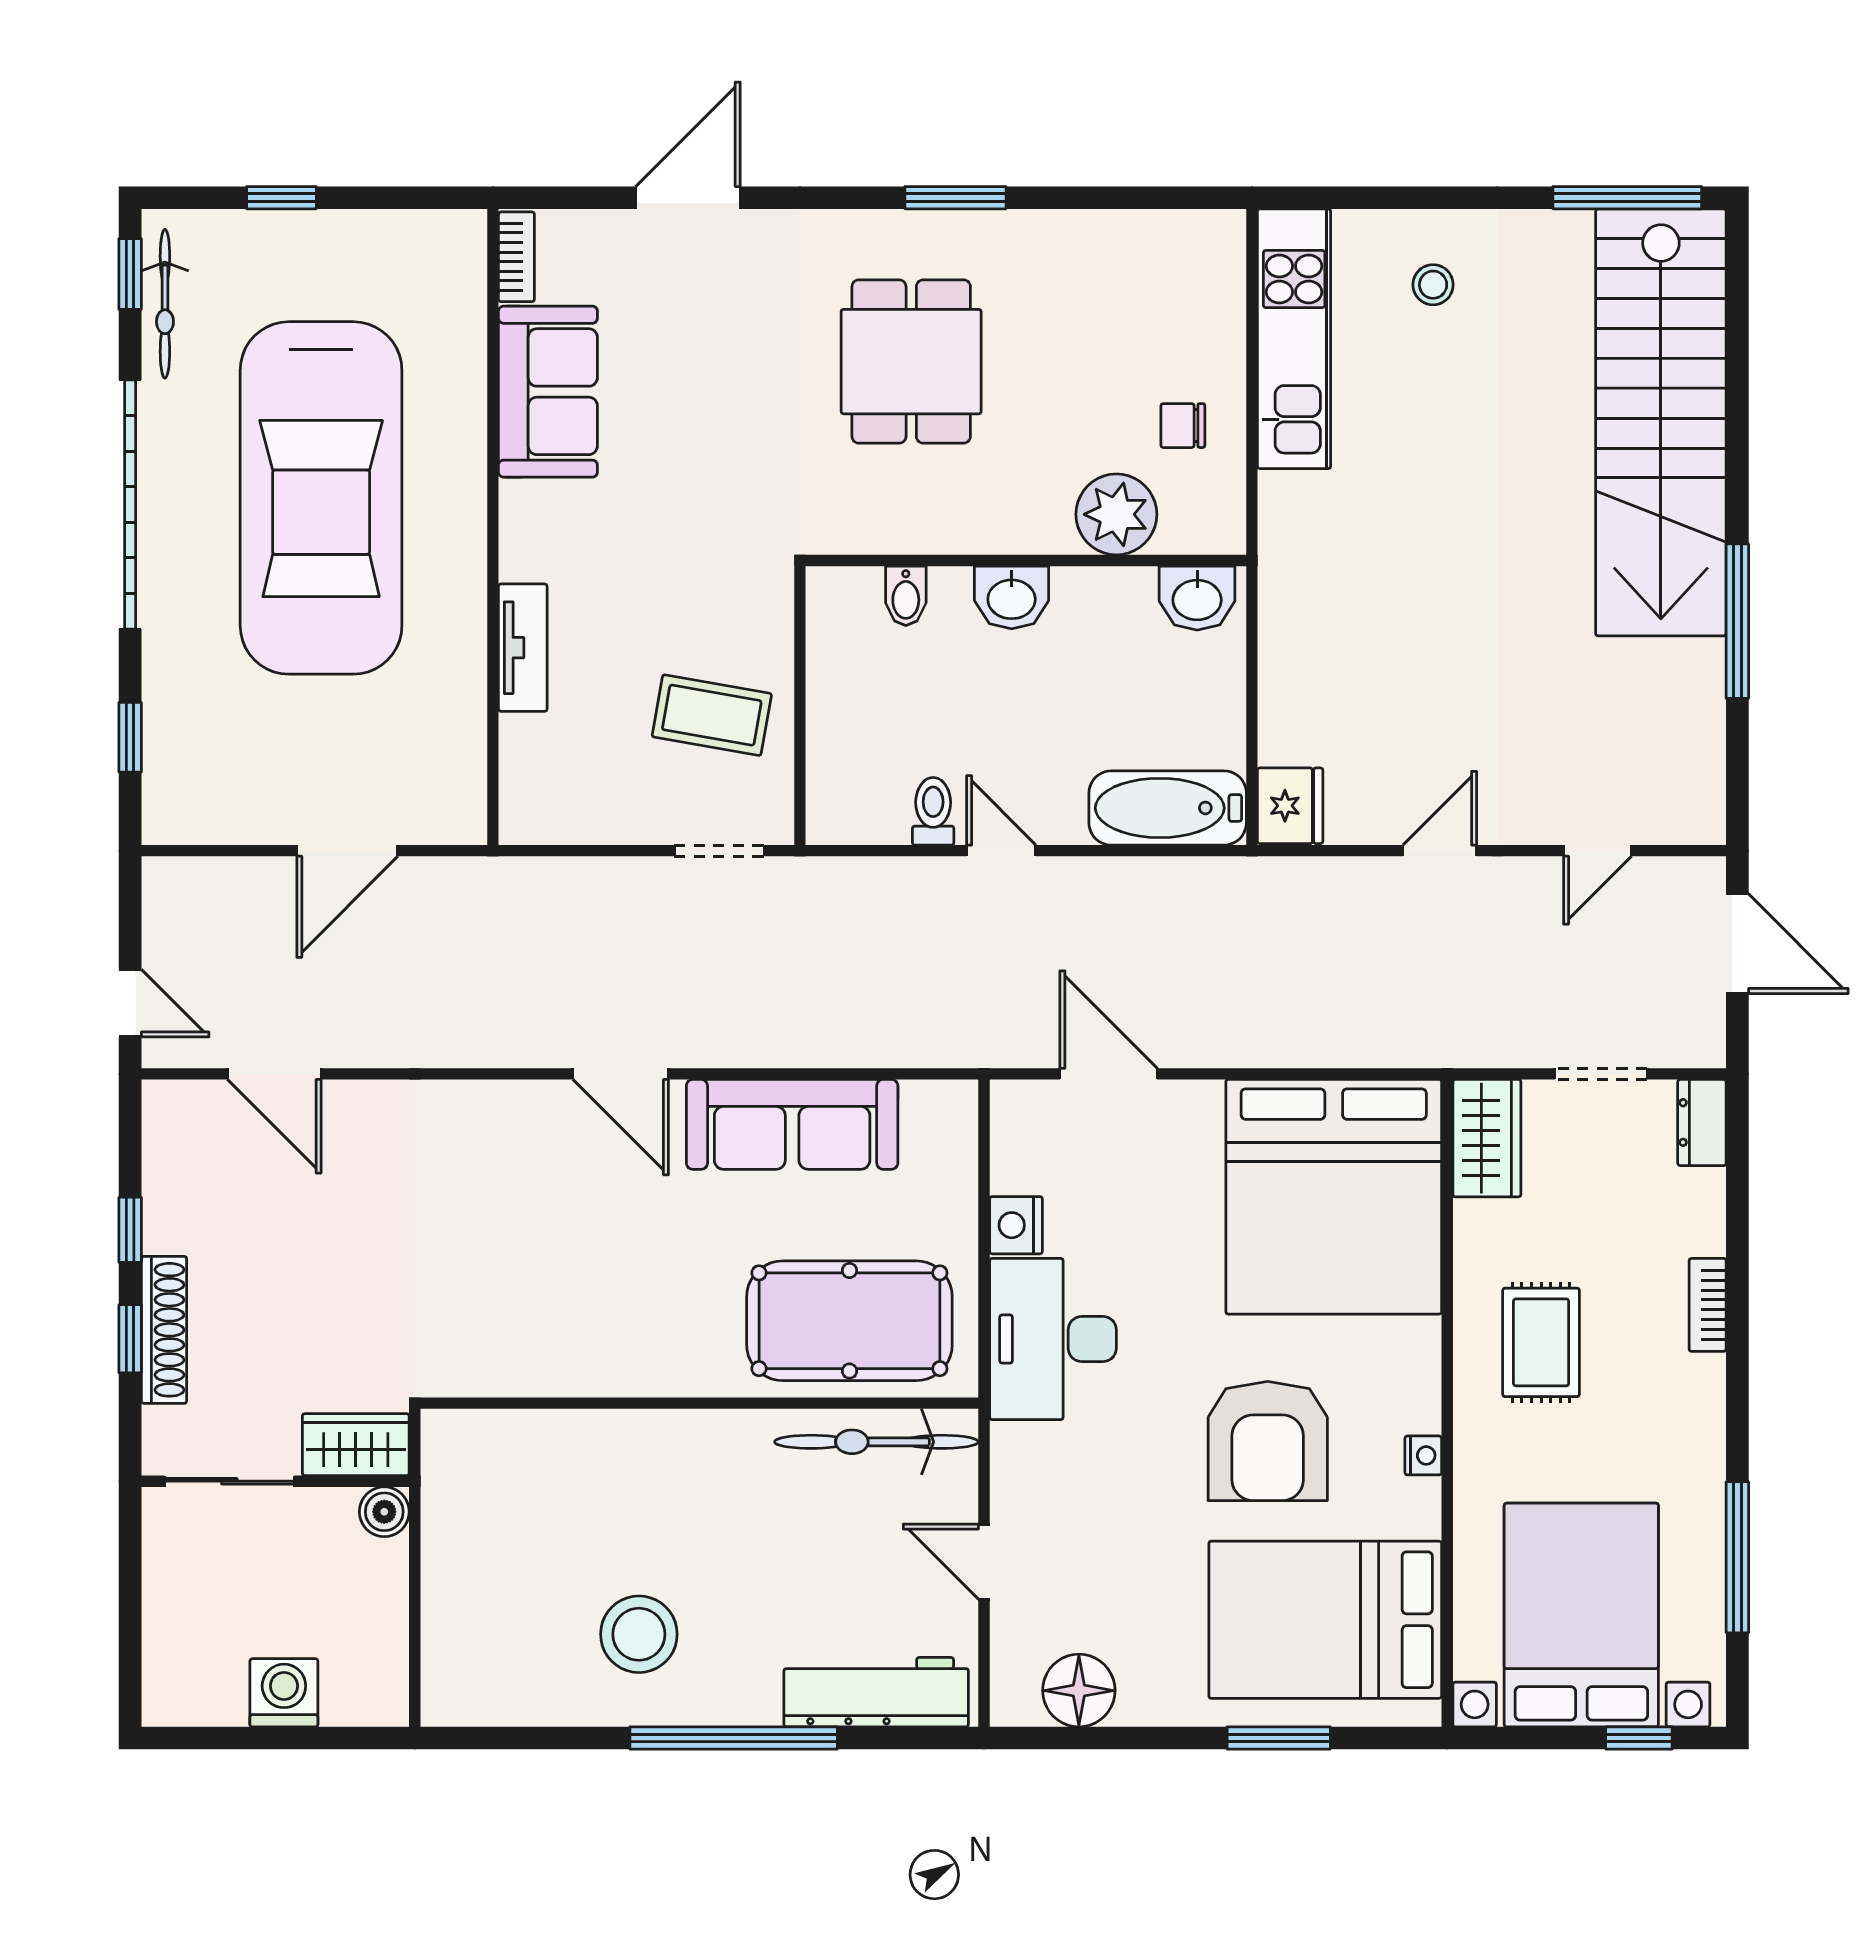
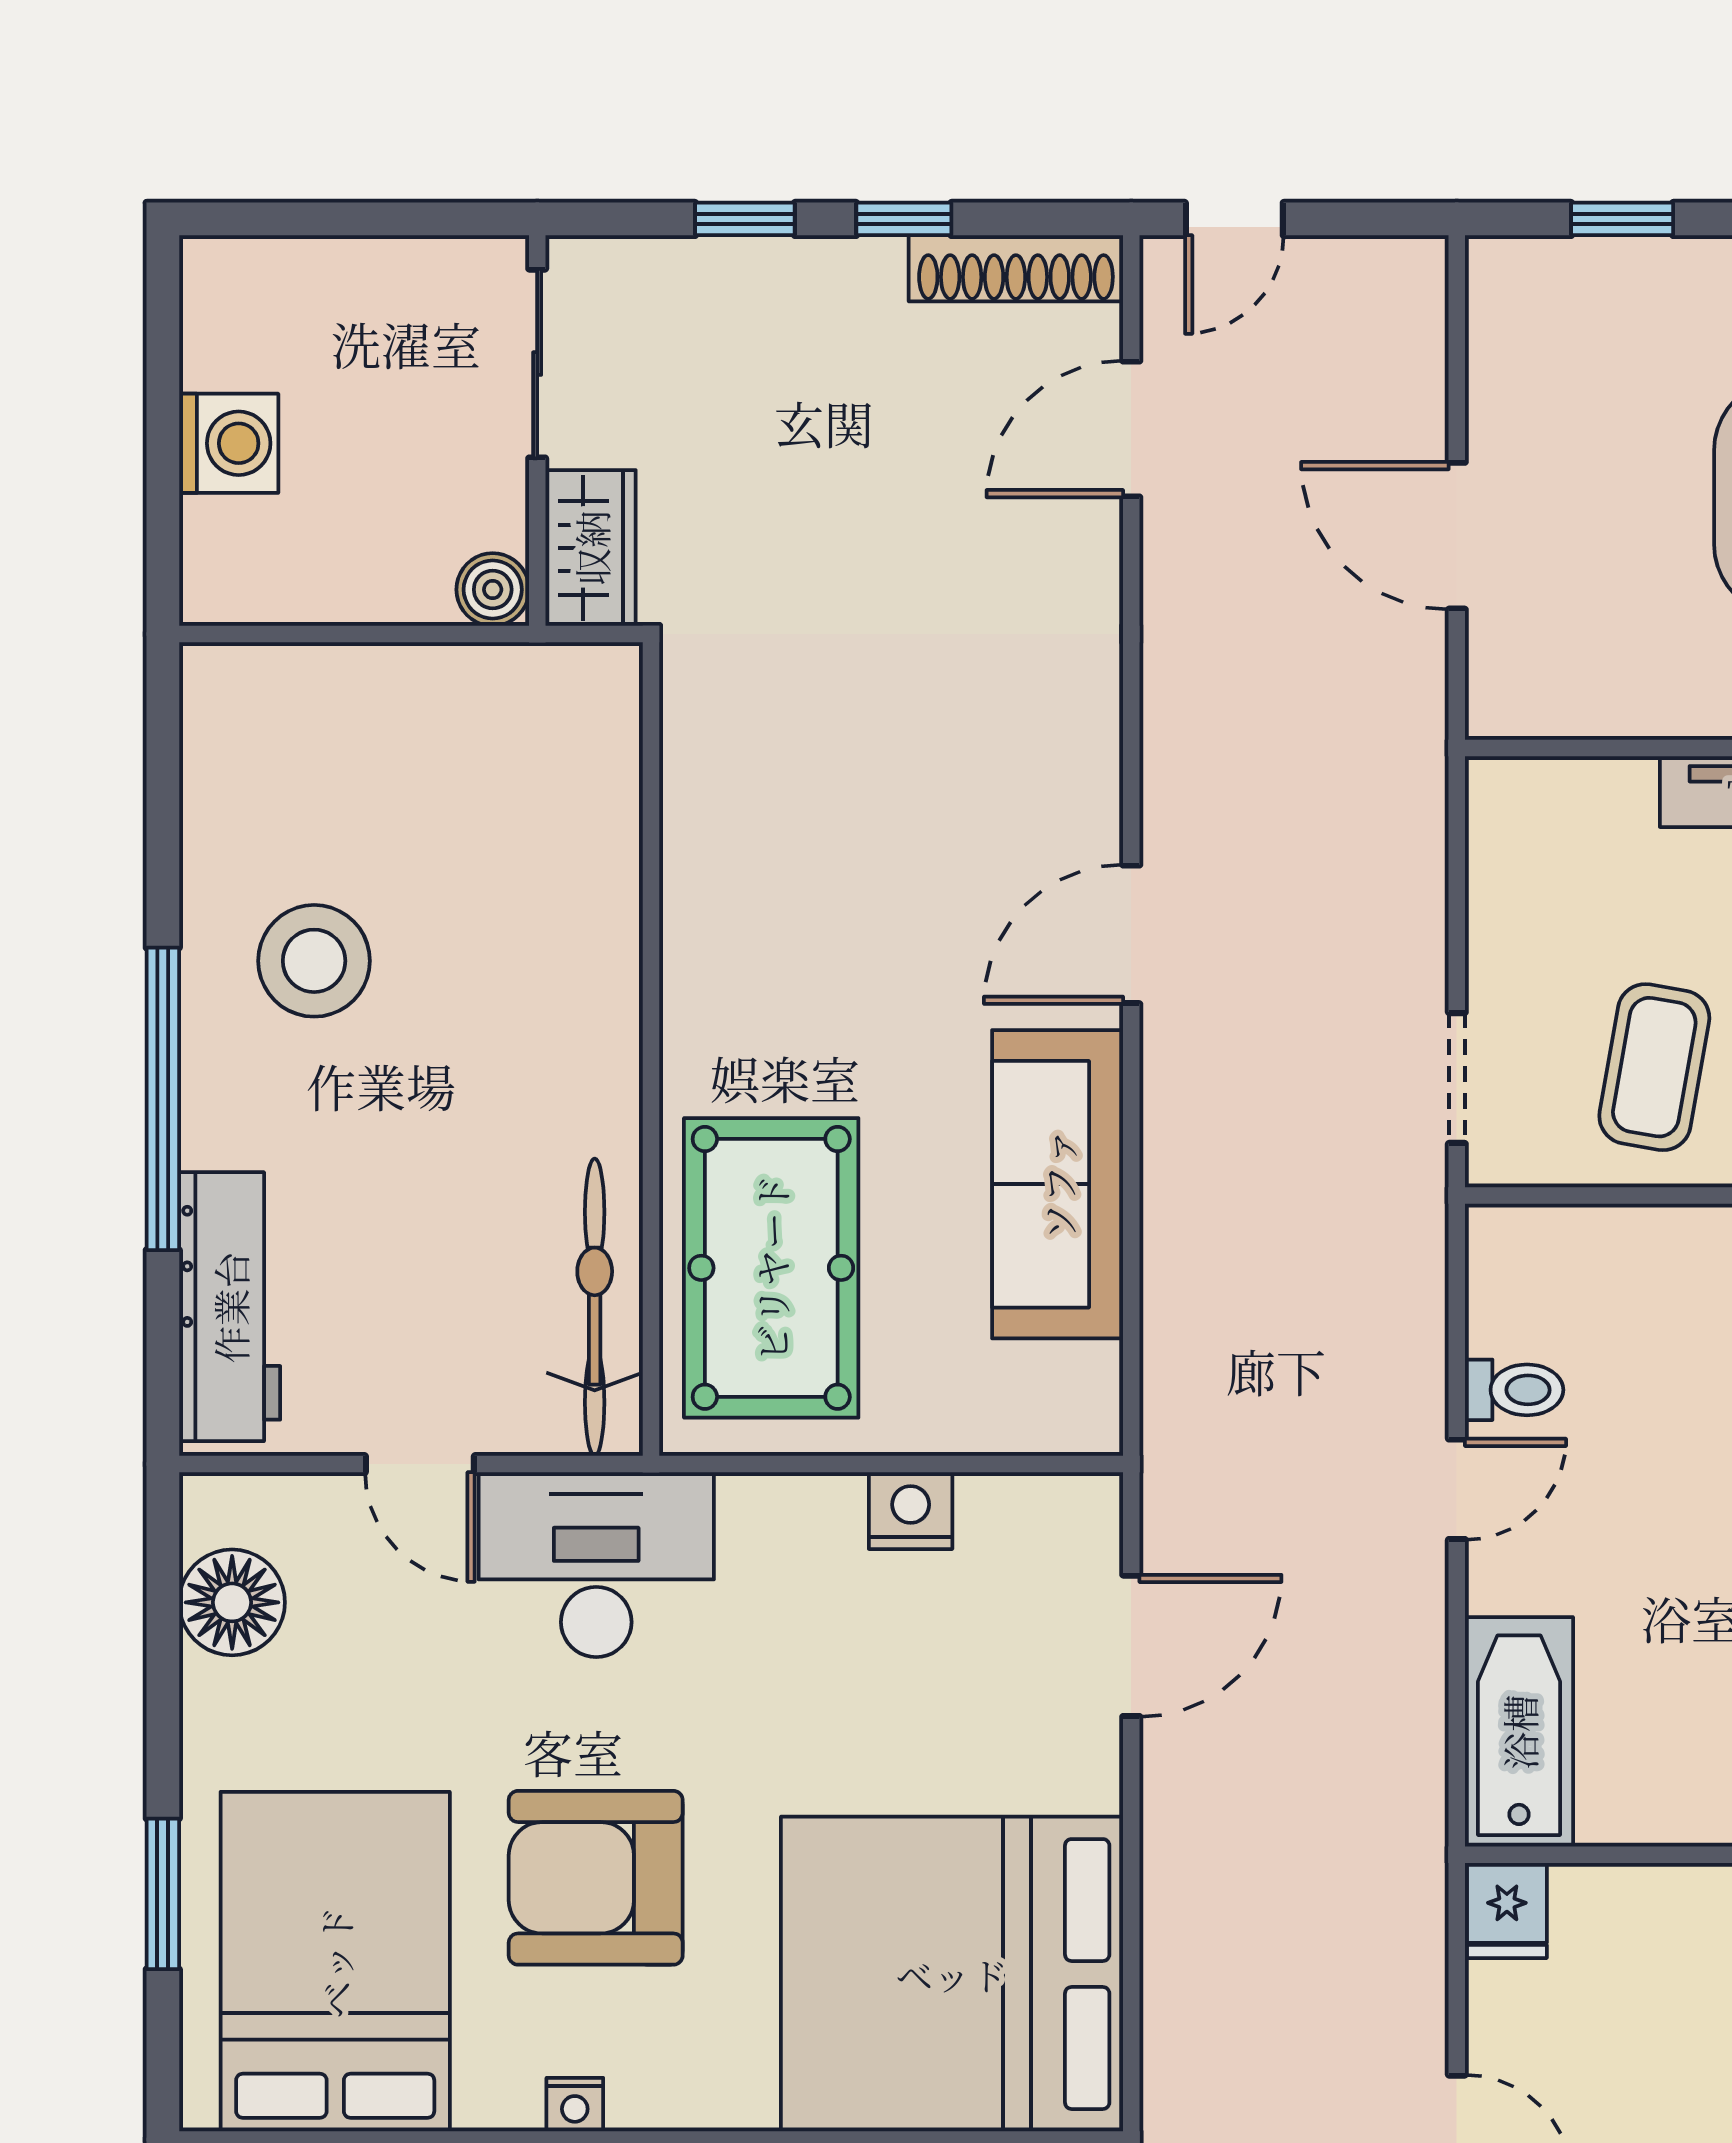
fridge: (1290, 806) -> (1507, 1910), width x0.72
shoe rack: (164, 1330) -> (1016, 268), moved
desk: (1053, 1339) -> (596, 1565), moved
door: (984, 1562) -> (420, 1464), swing flipped

